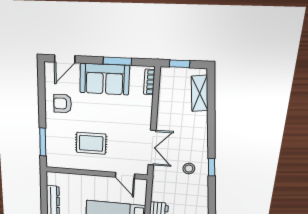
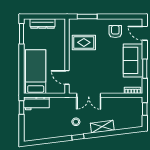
shelving: (200, 93) -> (102, 127), moved
rug: (91, 143) -> (84, 42), moved, turned 90
door: (125, 176) -> (67, 77), hinge flipped

